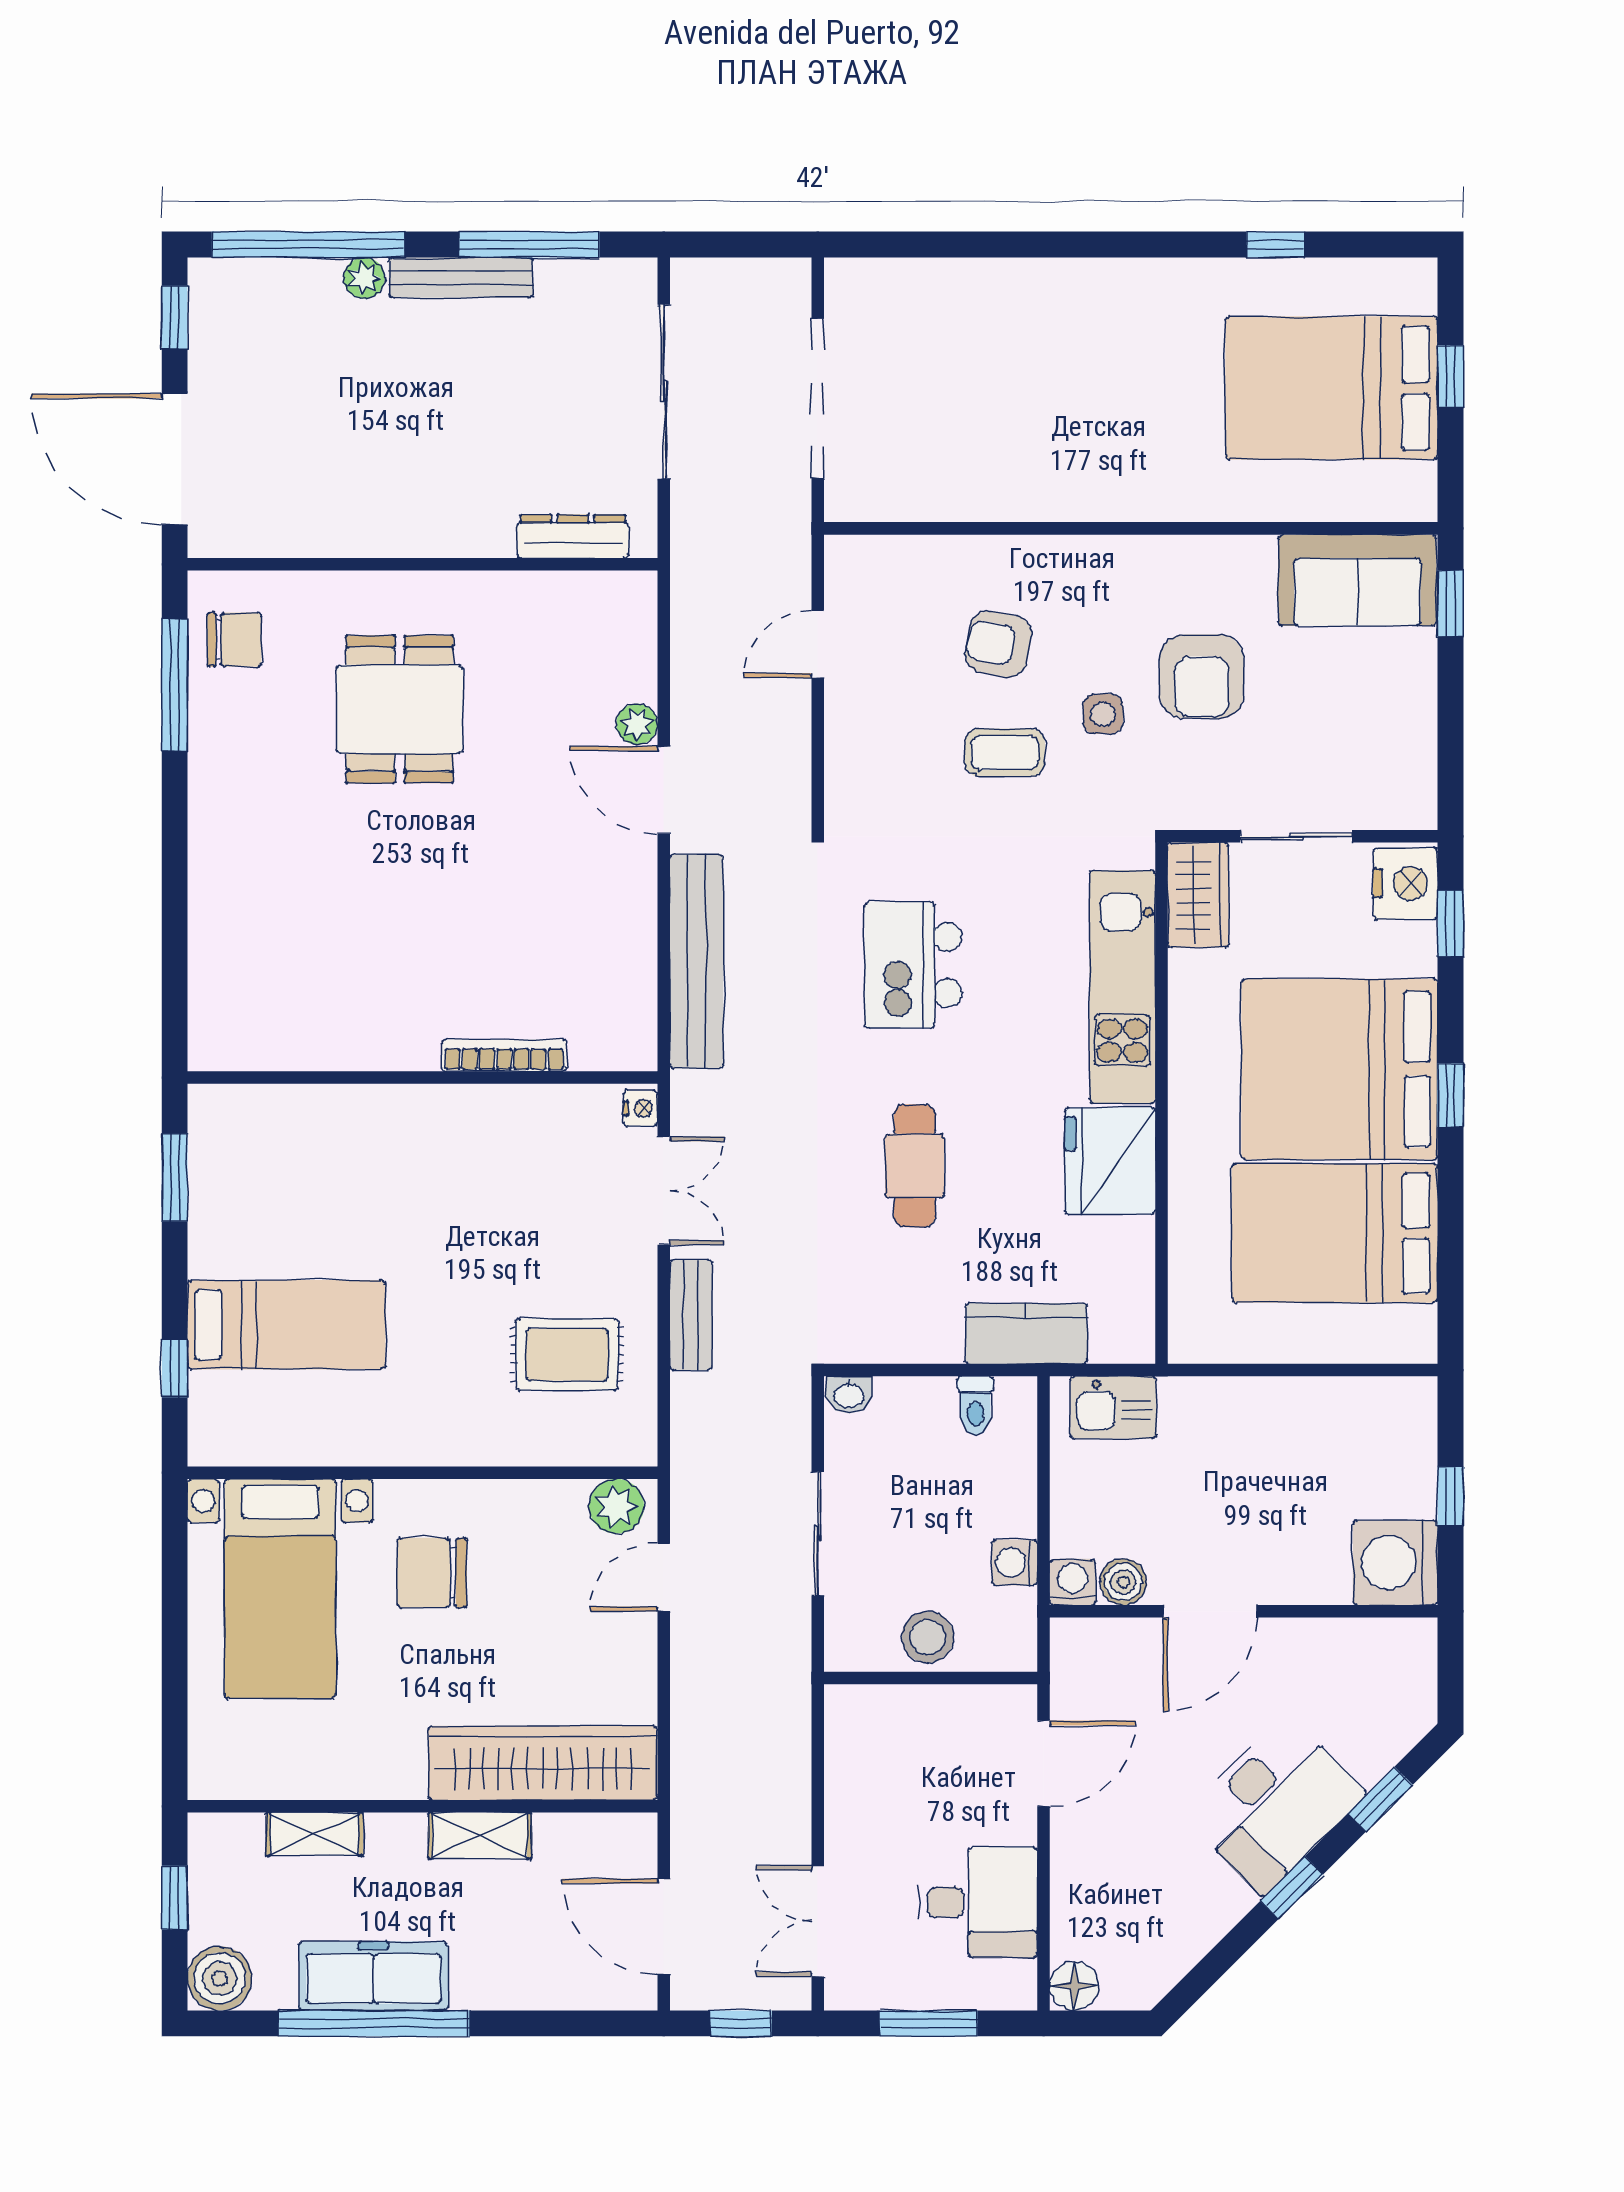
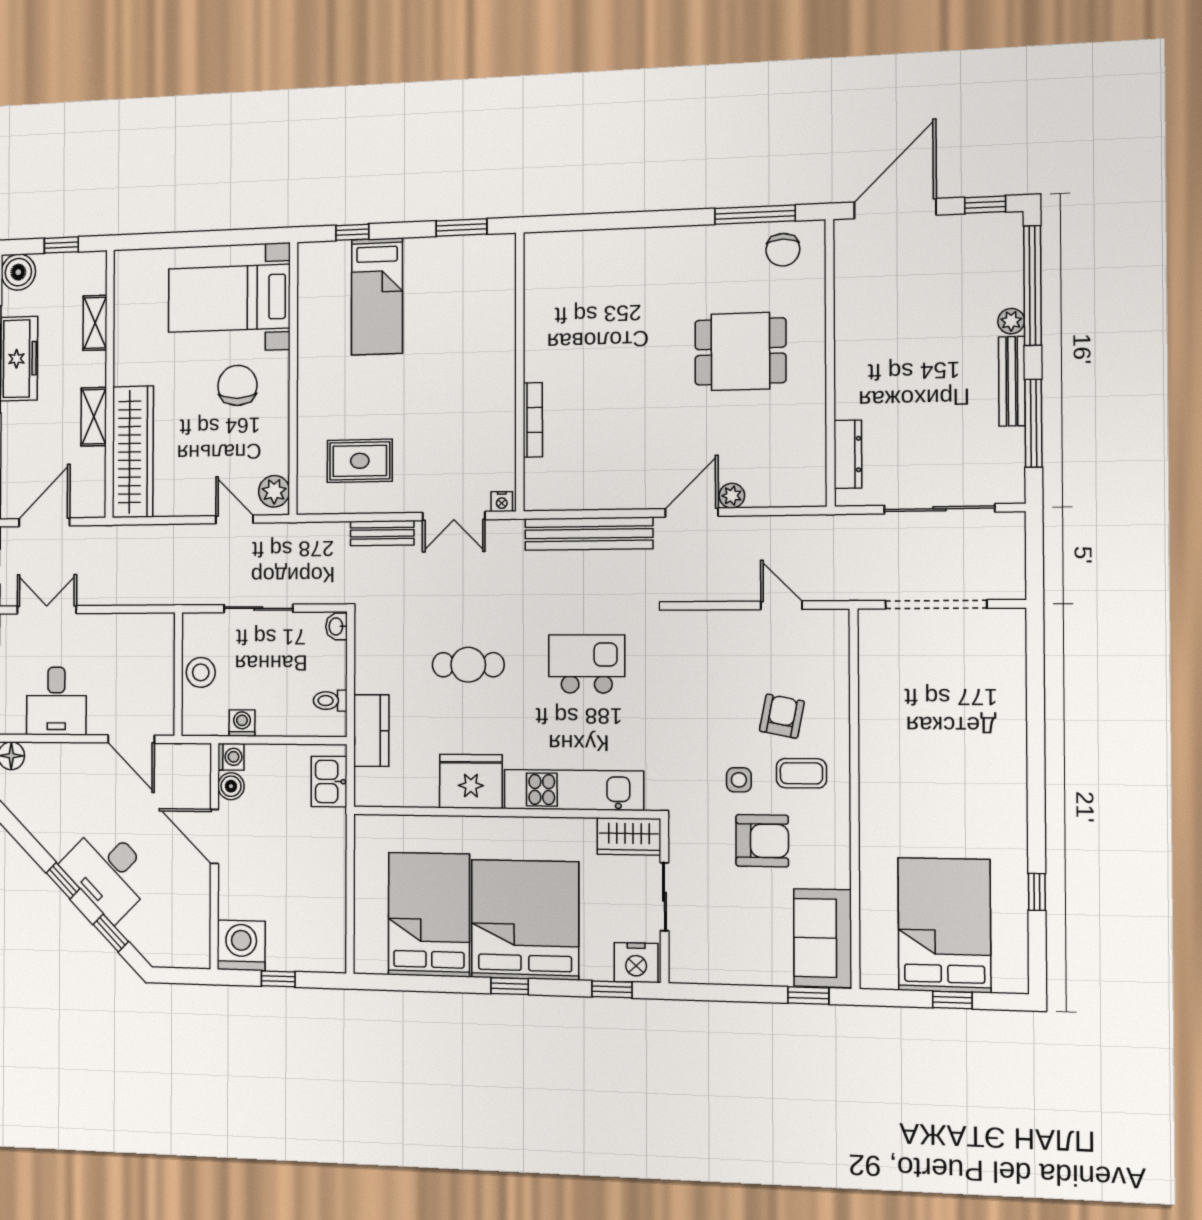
armchair: (1202, 677) -> (762, 841), turned 180
coffee table: (1005, 753) -> (801, 773), moved, turned 90
rug: (567, 1355) -> (360, 461), turned 90

